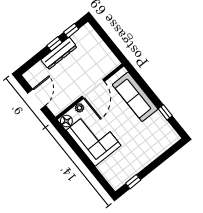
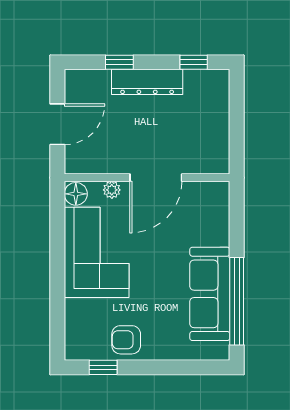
window: (55, 44) -> (119, 62), moved
sofa: (135, 97) -> (210, 294), moved
window: (165, 112) -> (237, 301), width x3.17
armchair: (133, 163) -> (126, 340), added

